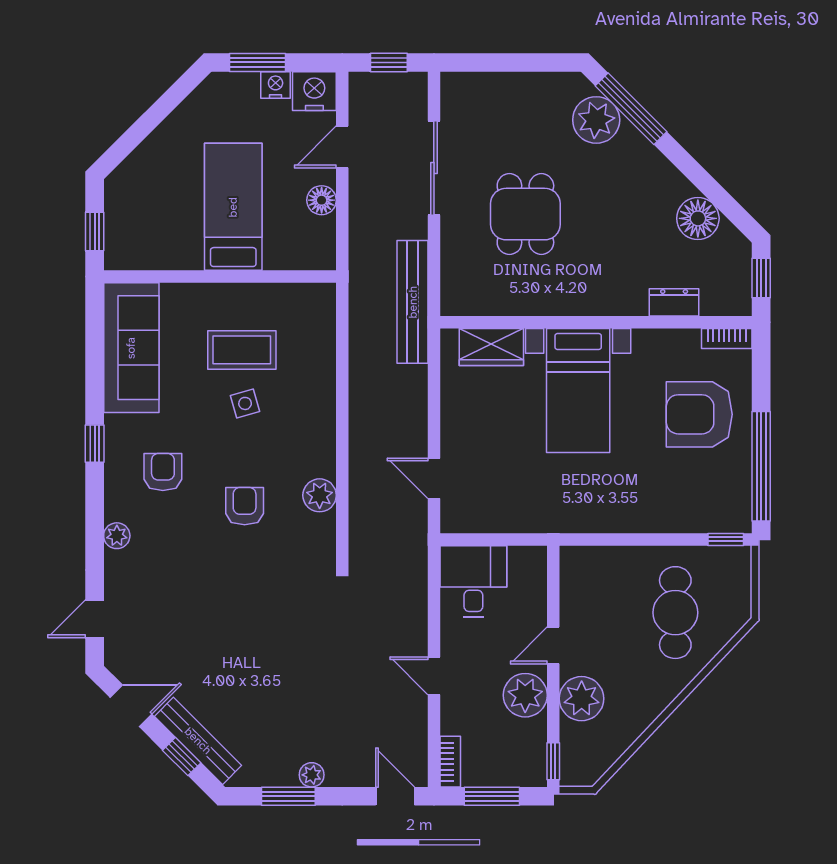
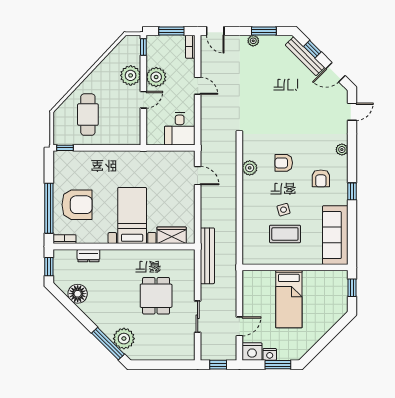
sliding door: (434, 168) -> (198, 317), width x0.73
floor lamp: (322, 200) -> (249, 302), removed
window: (761, 466) -> (49, 208), moved
armchair: (245, 506) -> (284, 163), turned 90

